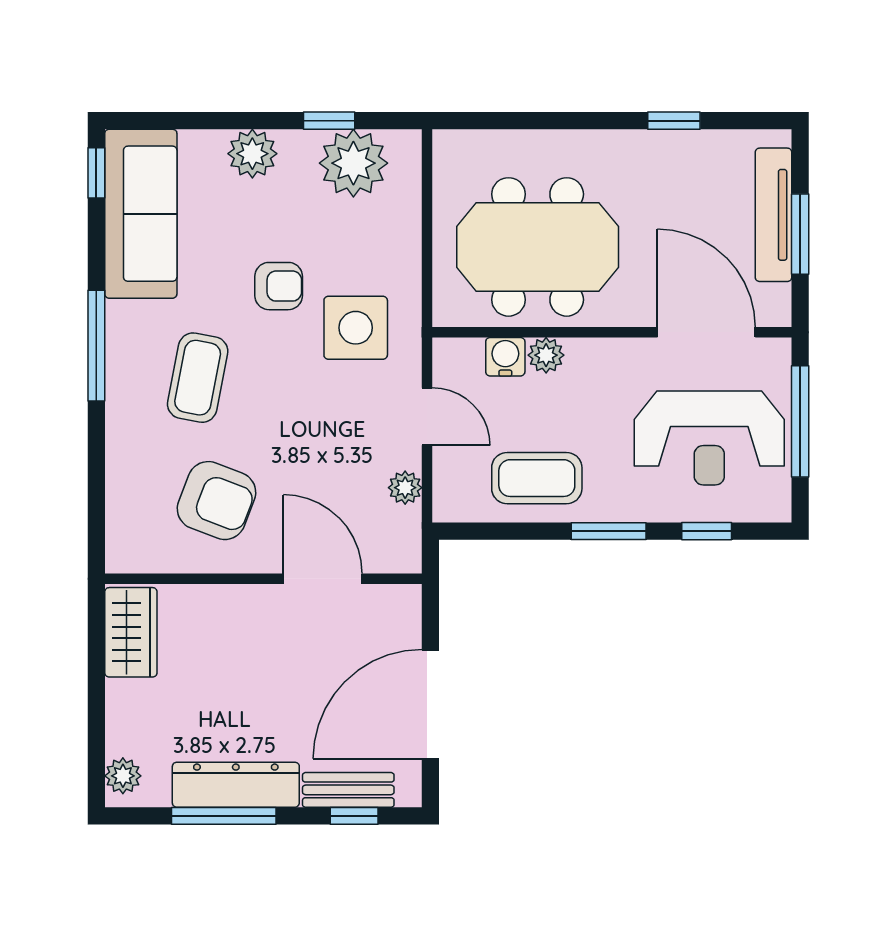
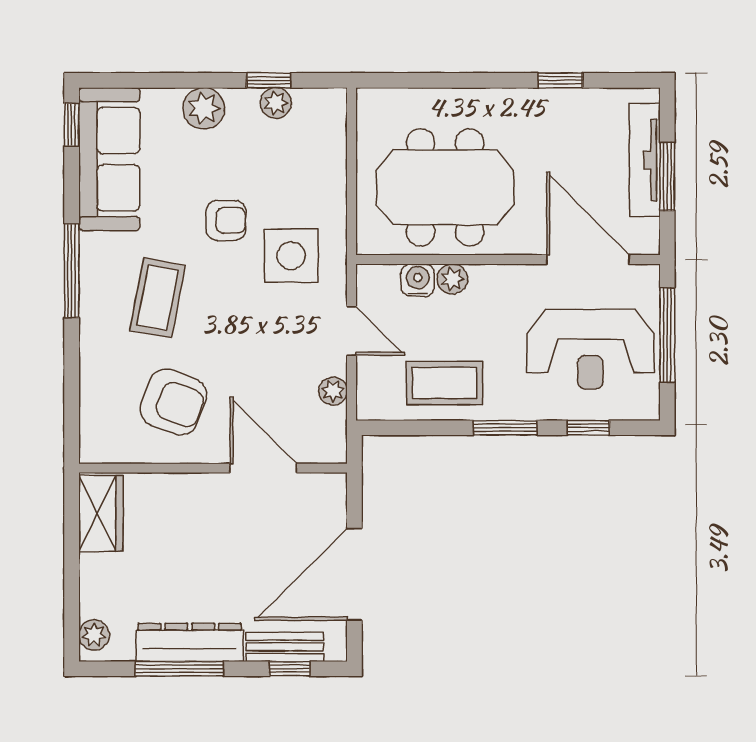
plant: (353, 163) -> (276, 103), width x0.53, depth x0.53

